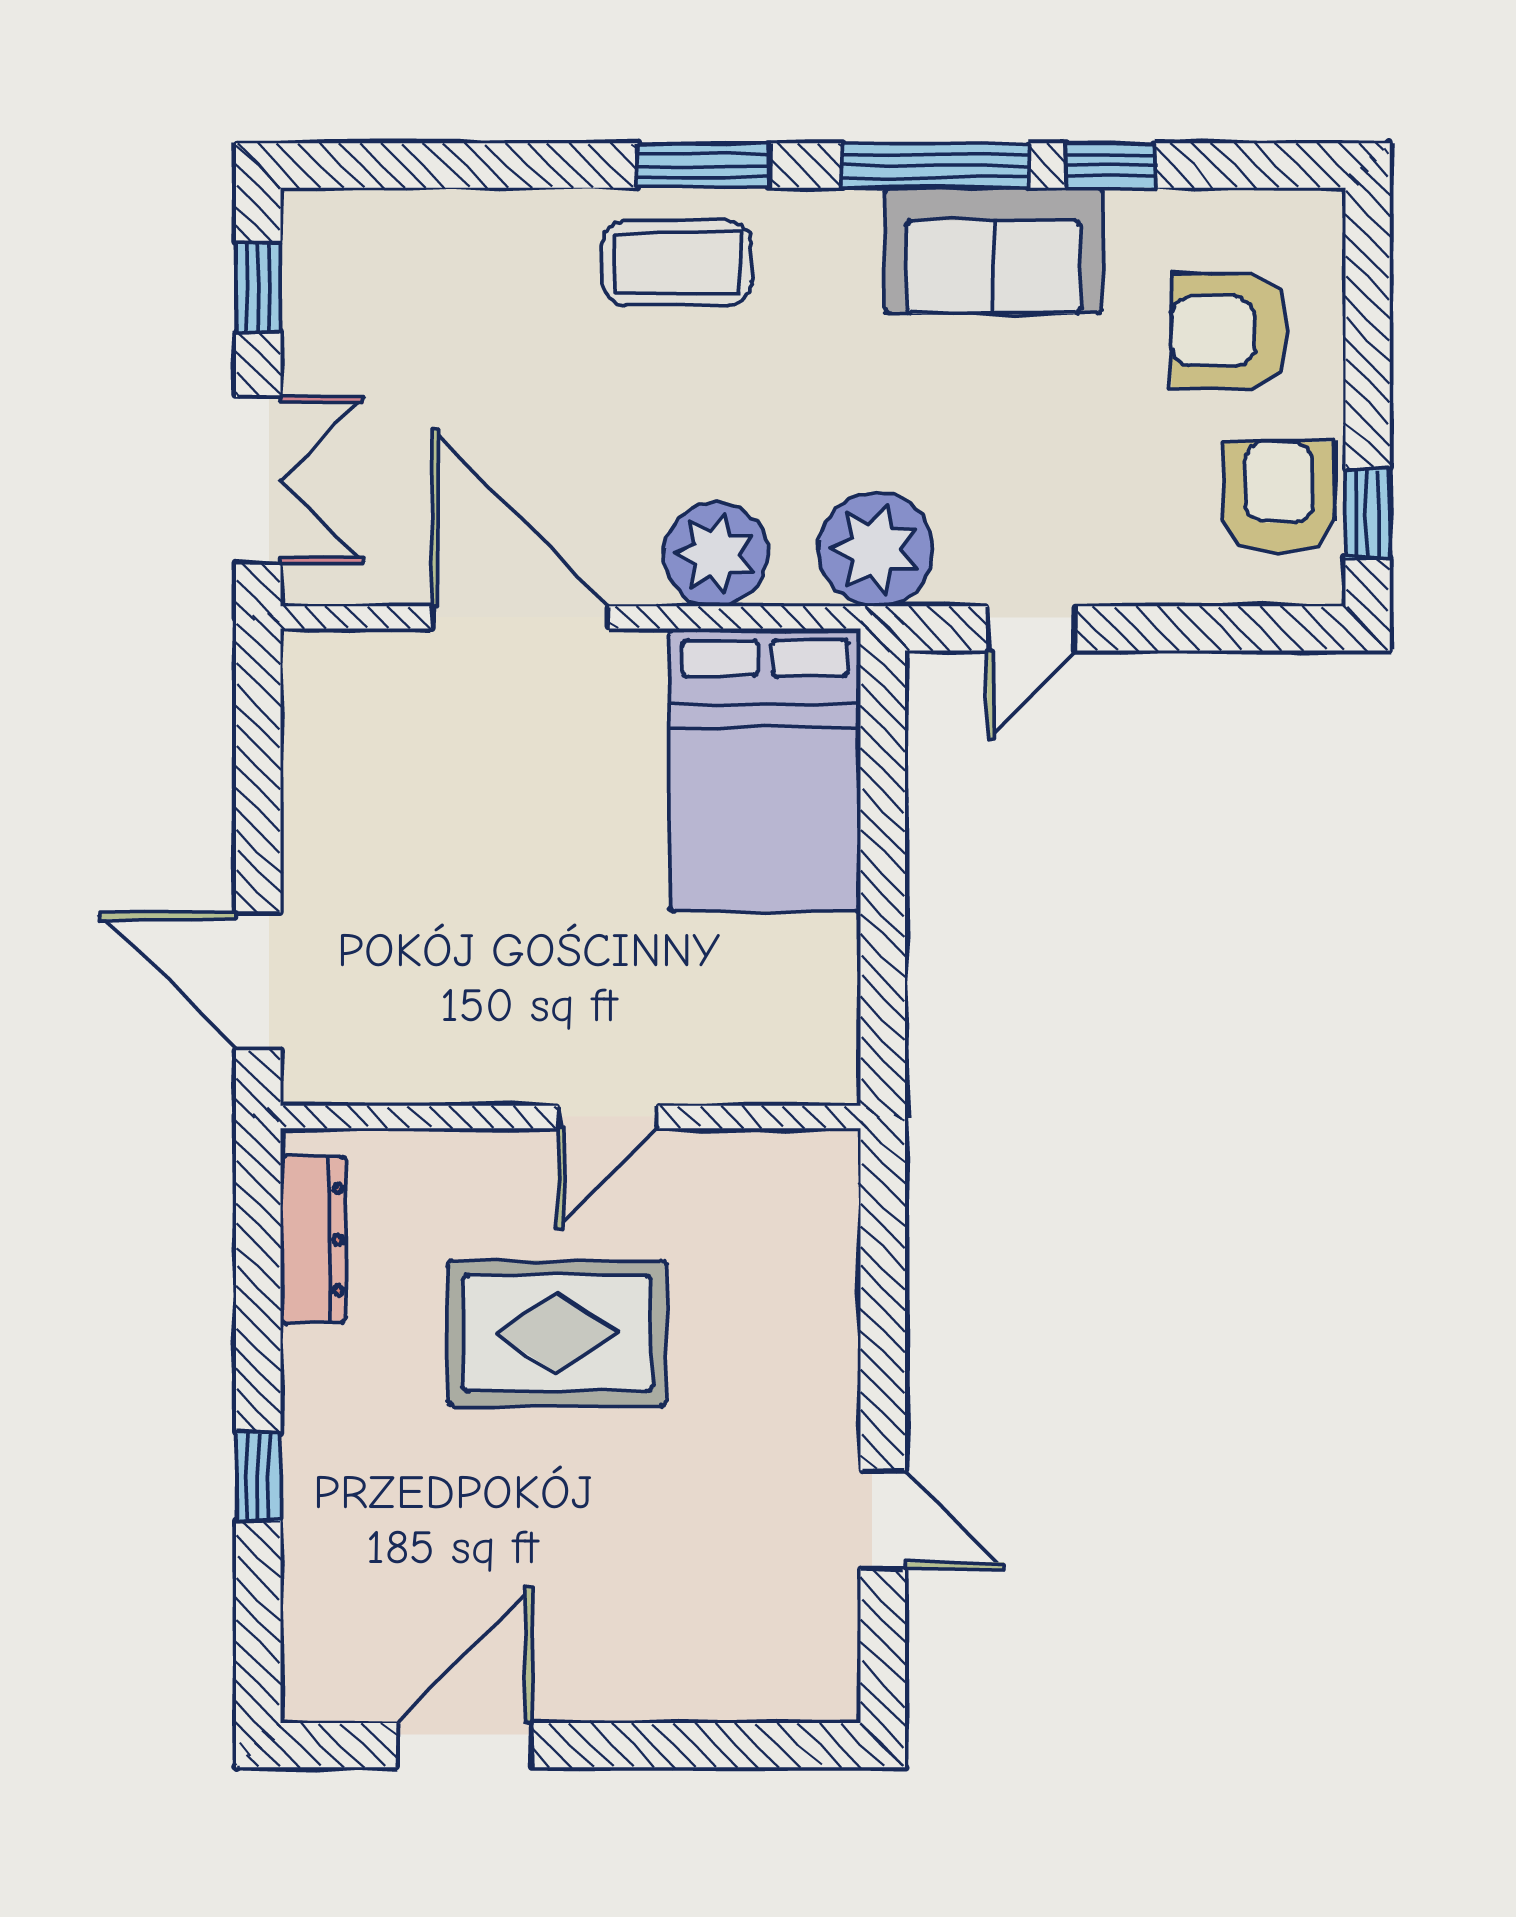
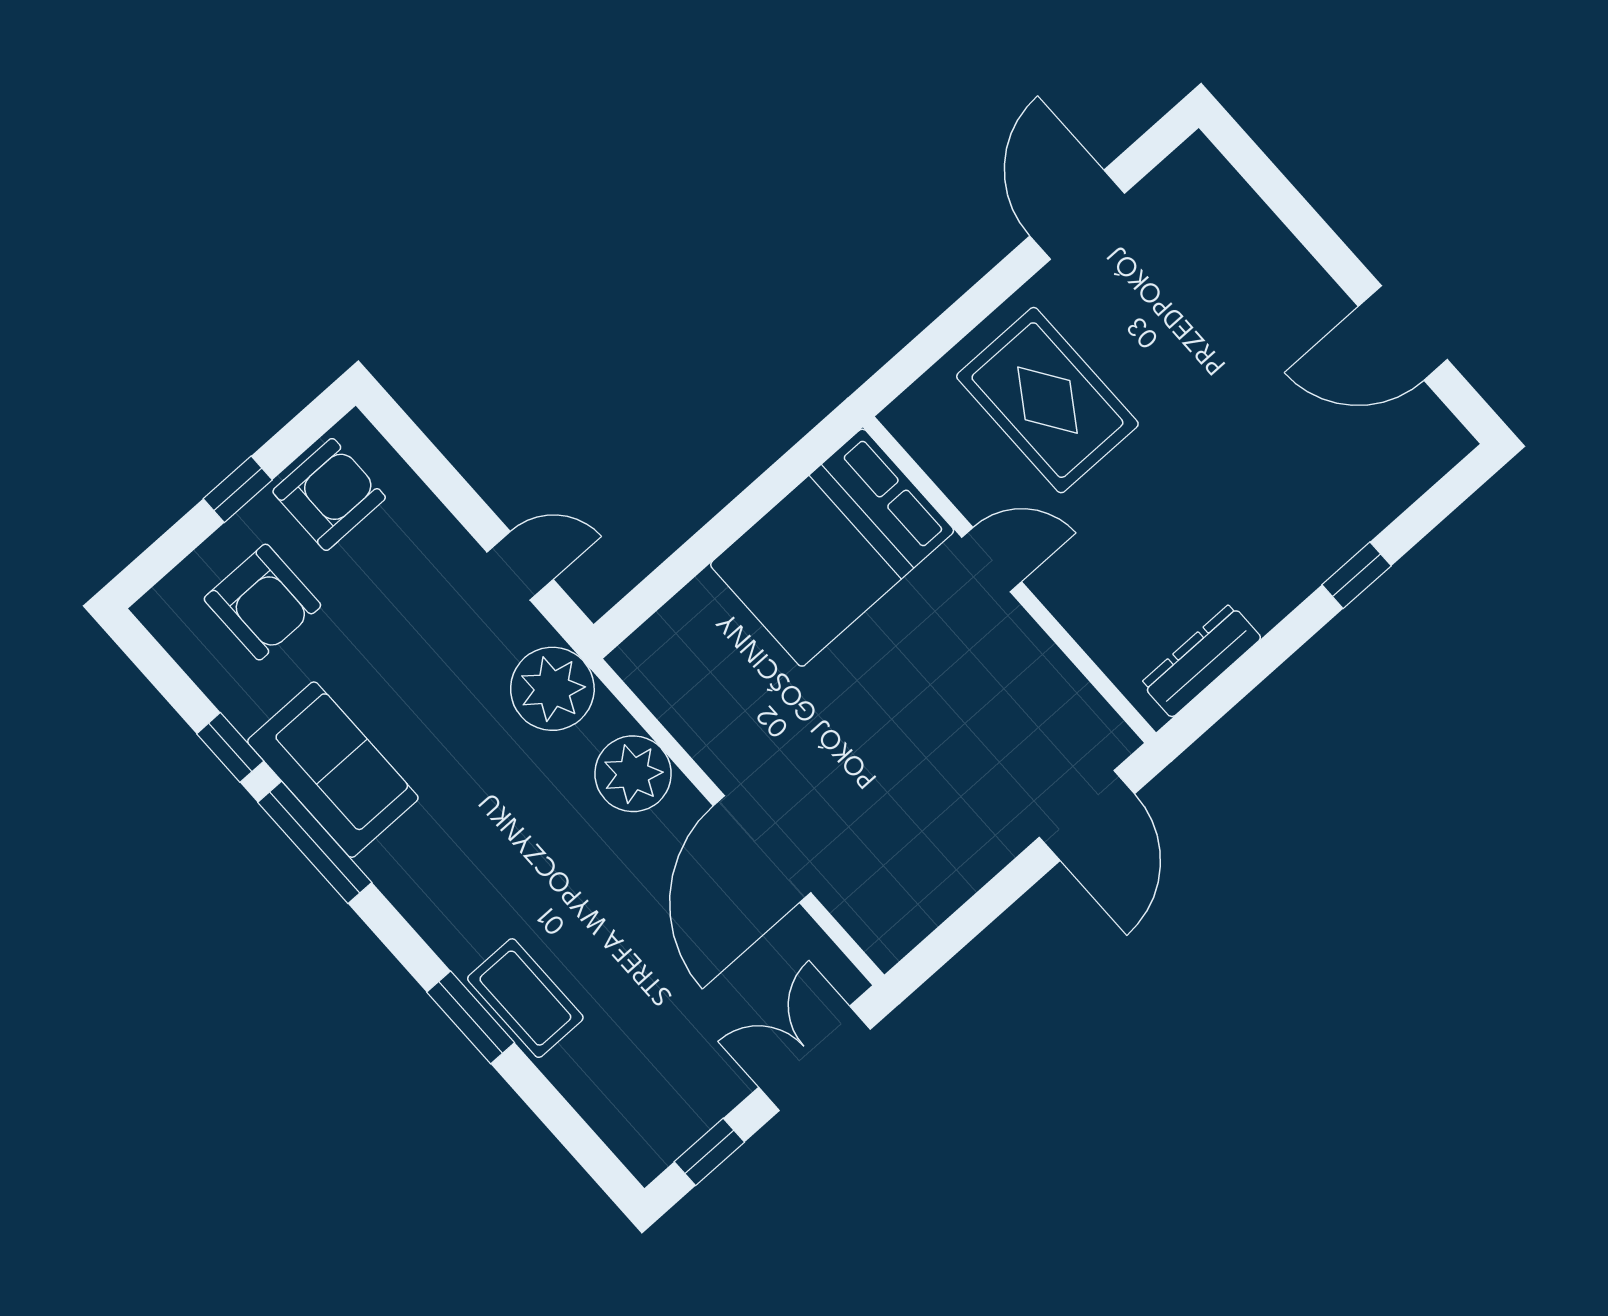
window: (703, 166) -> (471, 1017), moved
coffee table: (677, 263) -> (525, 998), moved
armchair: (1279, 498) -> (329, 494), turned 180
window: (1368, 514) -> (238, 489), moved
bed: (765, 770) -> (832, 548), moved, turned 180
rug: (557, 1333) -> (1047, 400), moved
door: (883, 1520) -> (1077, 215), width x1.38

